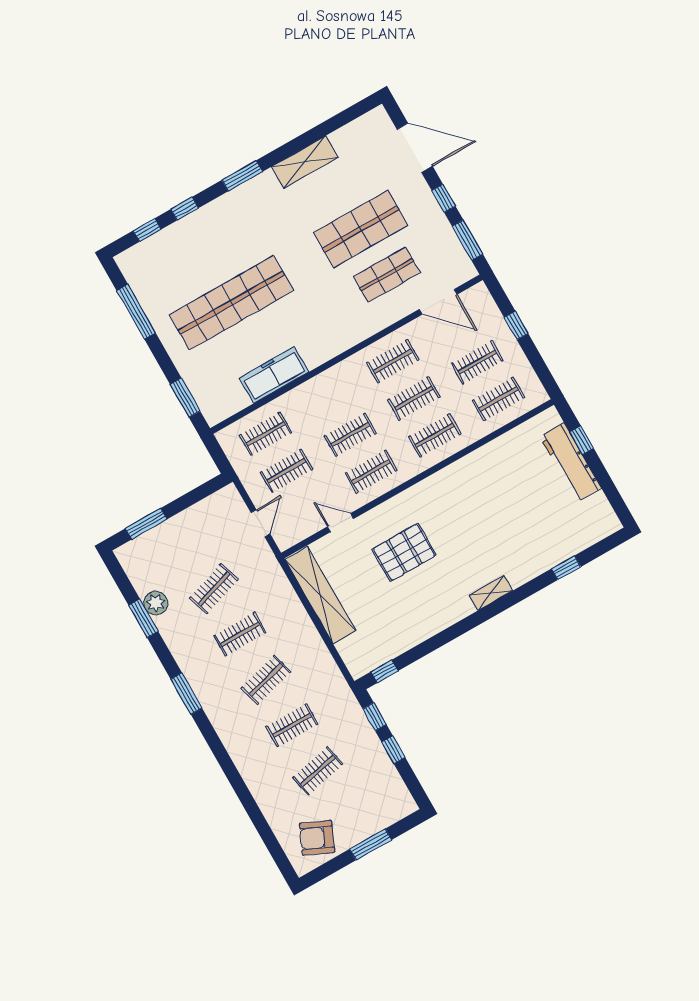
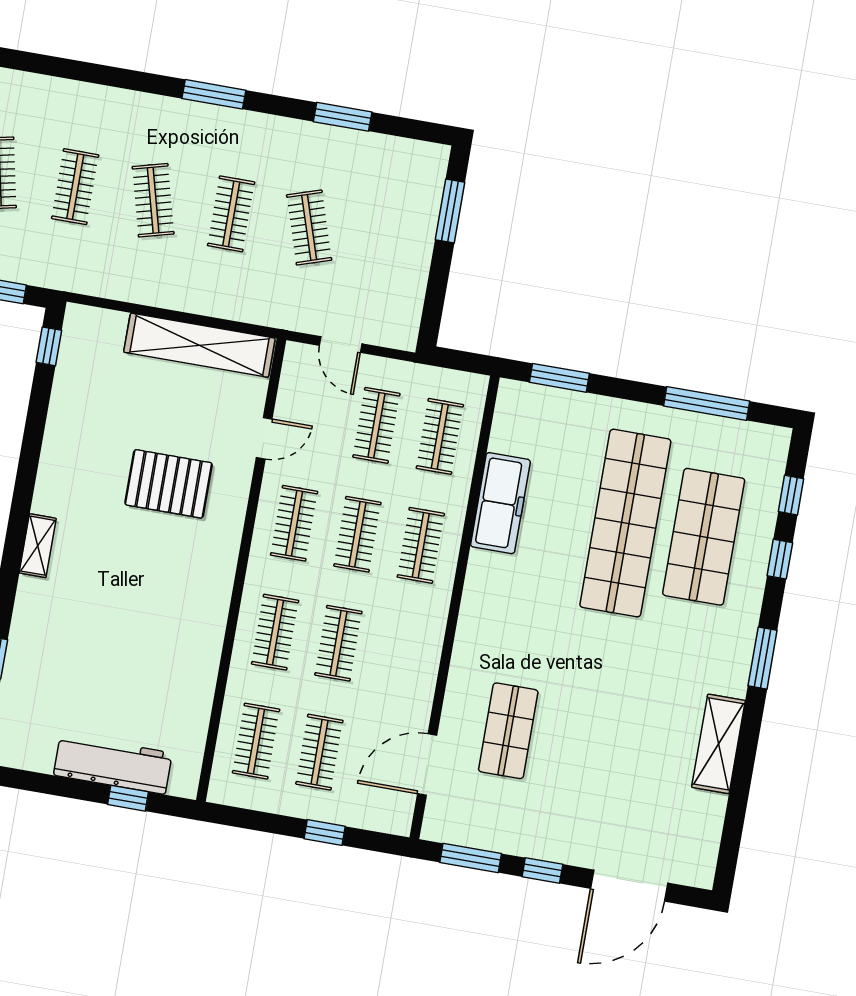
shop shelf: (361, 229) -> (704, 537), moved
clothes rail: (393, 361) -> (421, 545), moved
pallet: (404, 552) -> (169, 484), turned 90
plant: (156, 603) -> (348, 146), removed

